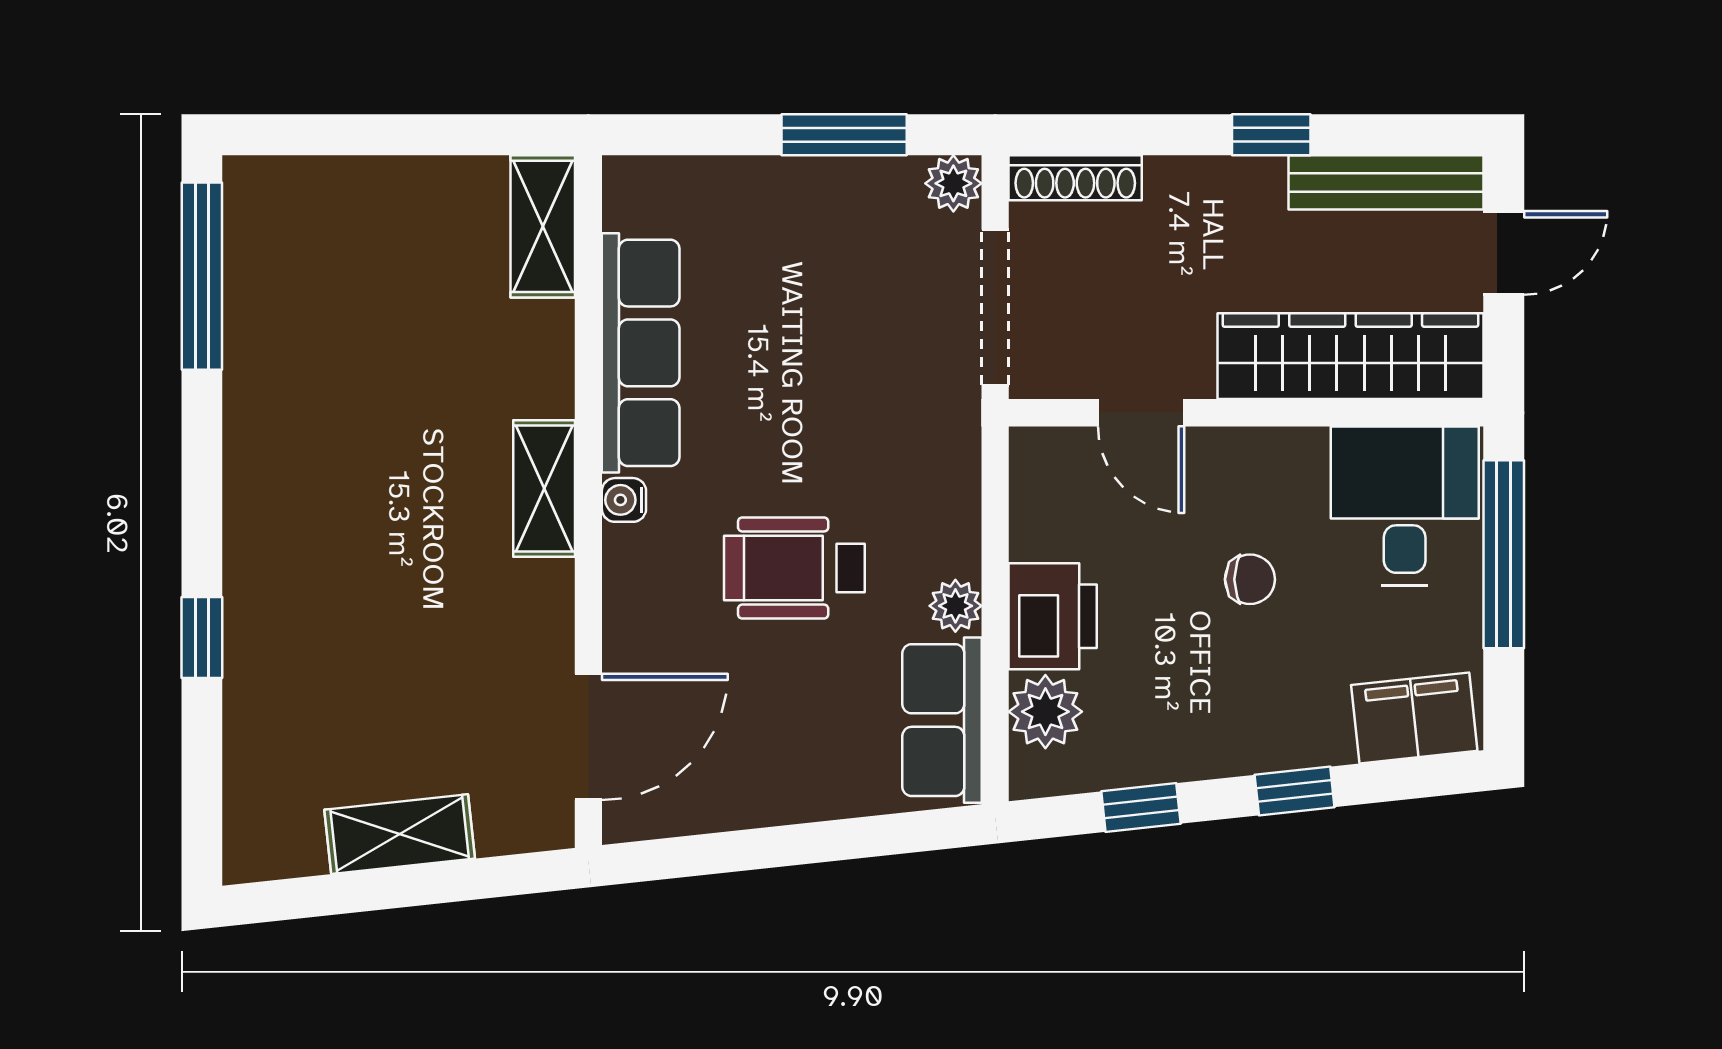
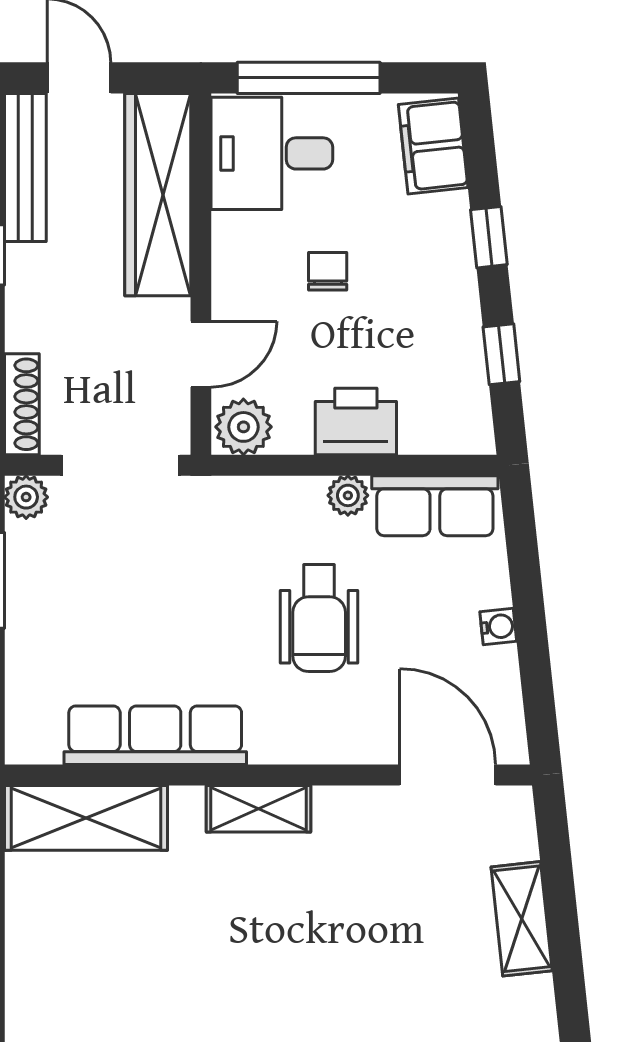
shelving: (543, 226) -> (86, 818), width x1.50, depth x1.33
water cooler: (624, 500) -> (498, 626), moved, turned -96
plant: (1045, 712) -> (243, 427), moved

